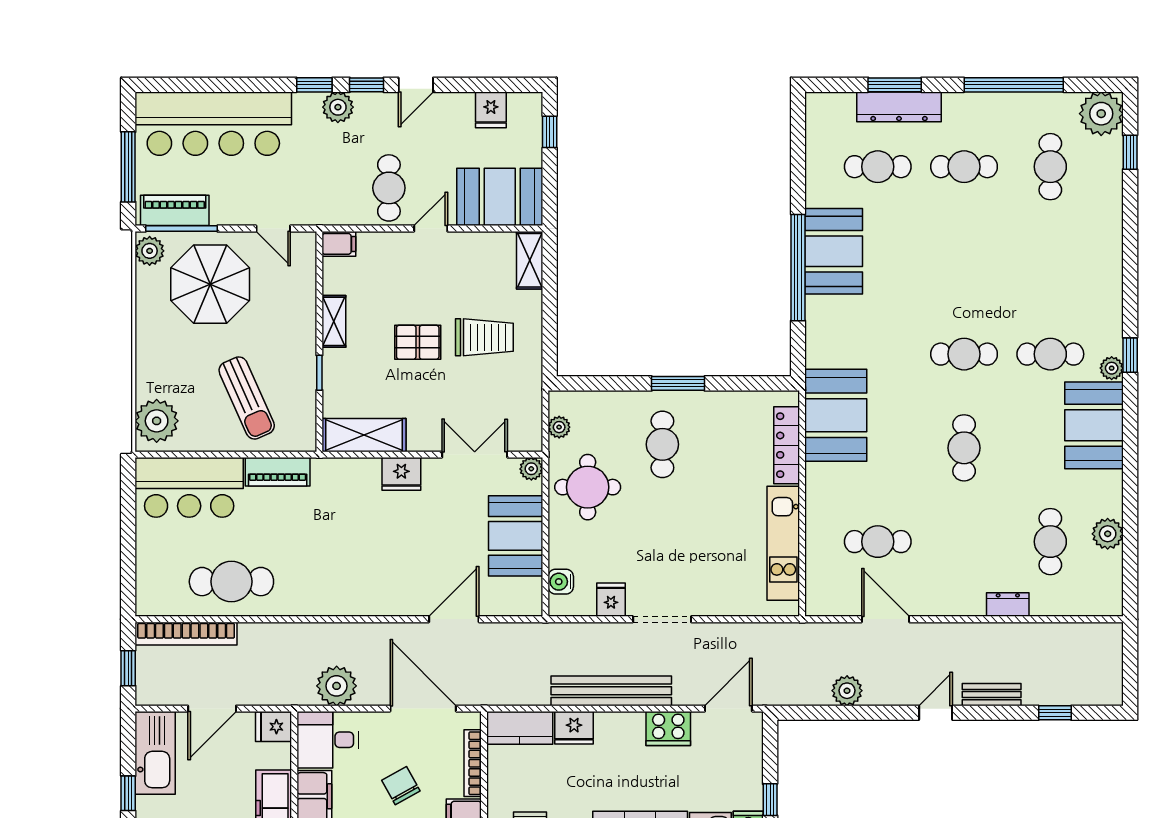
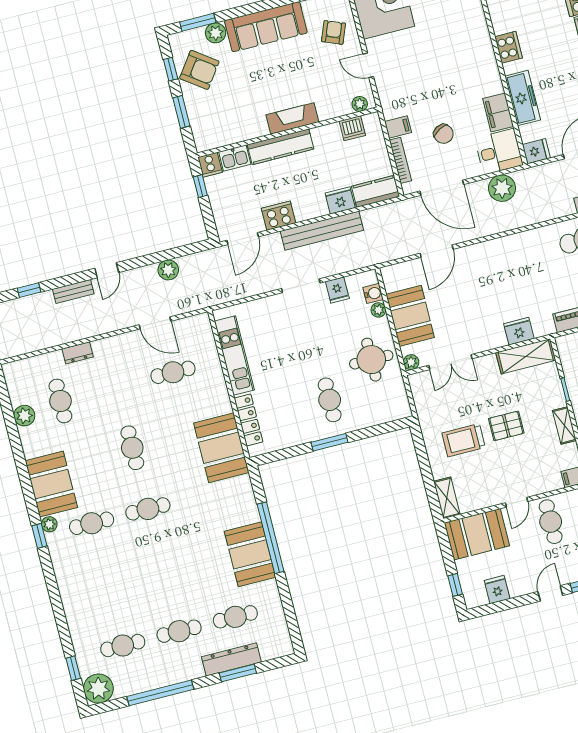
cafe table: (1050, 167) -> (123, 646), turned 90
plant: (559, 427) -> (378, 310), moved
fridge: (401, 474) -> (519, 331), moved

